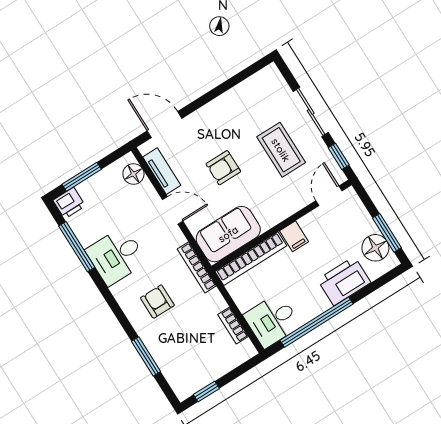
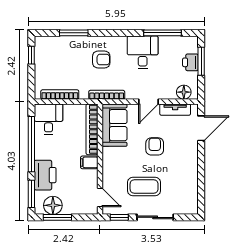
printer: (69, 203) -> (190, 62), moved
window: (378, 283) -> (31, 194), added
bookcase: (233, 326) -> (60, 95), width x1.56

